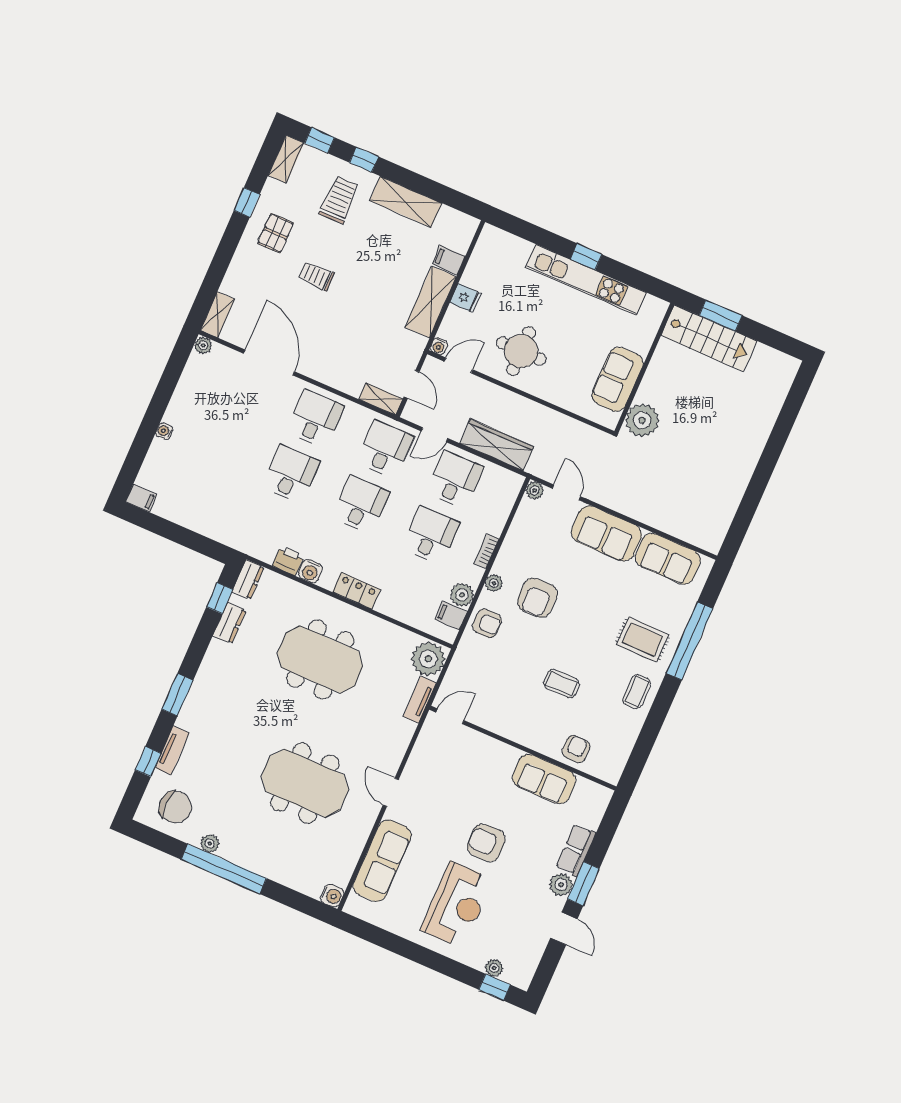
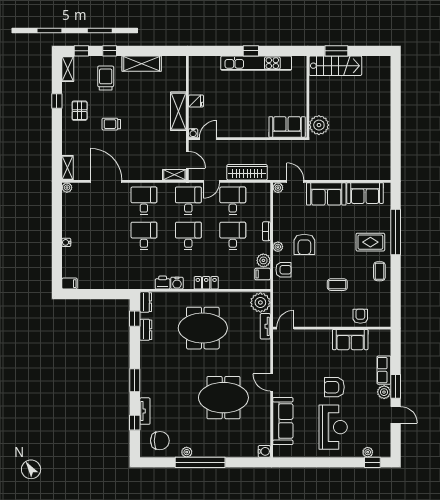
filing cabinet: (449, 260) -> (178, 85), removed
round table: (521, 351) -> (238, 116), removed
sofa: (618, 379) -> (287, 127), moved, turned 90

